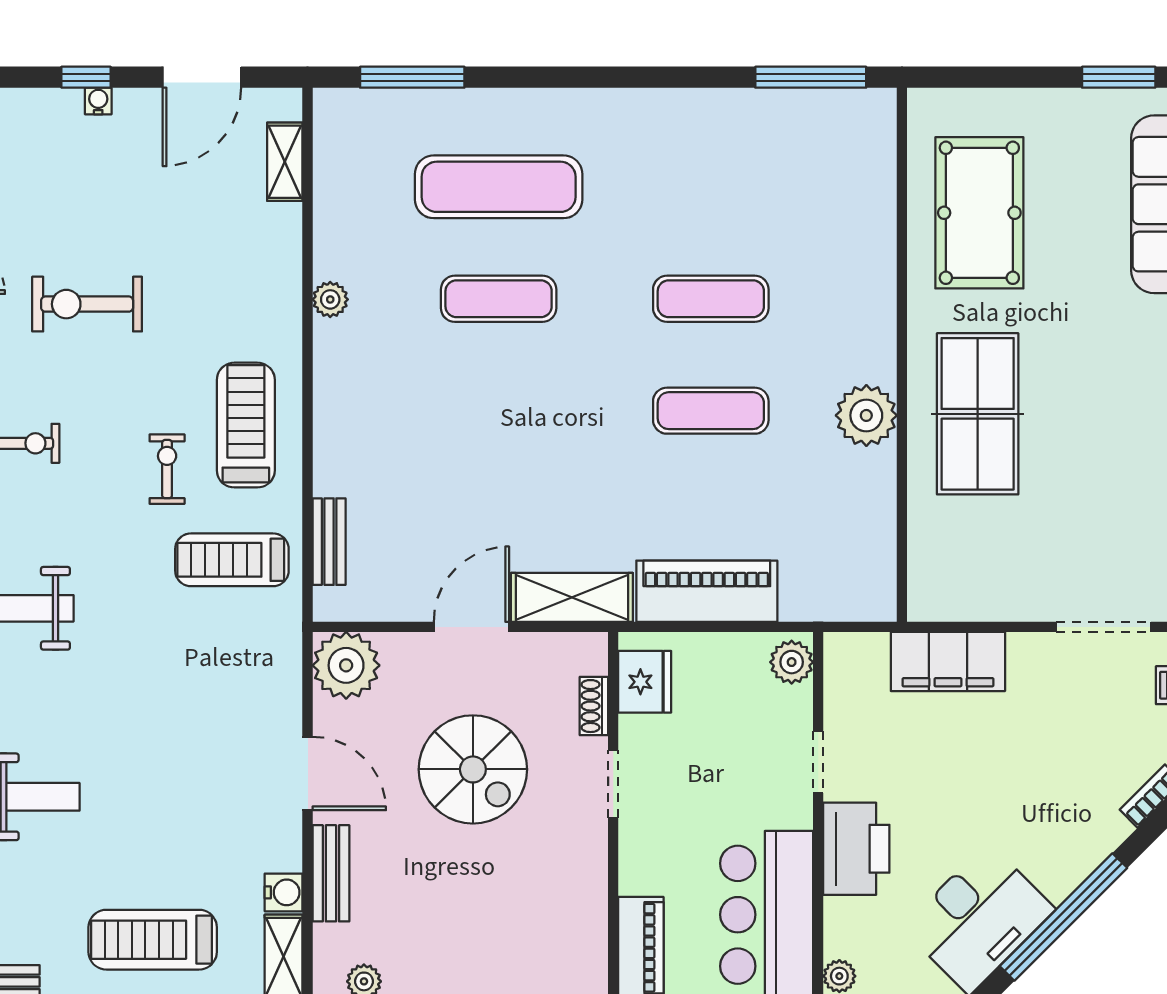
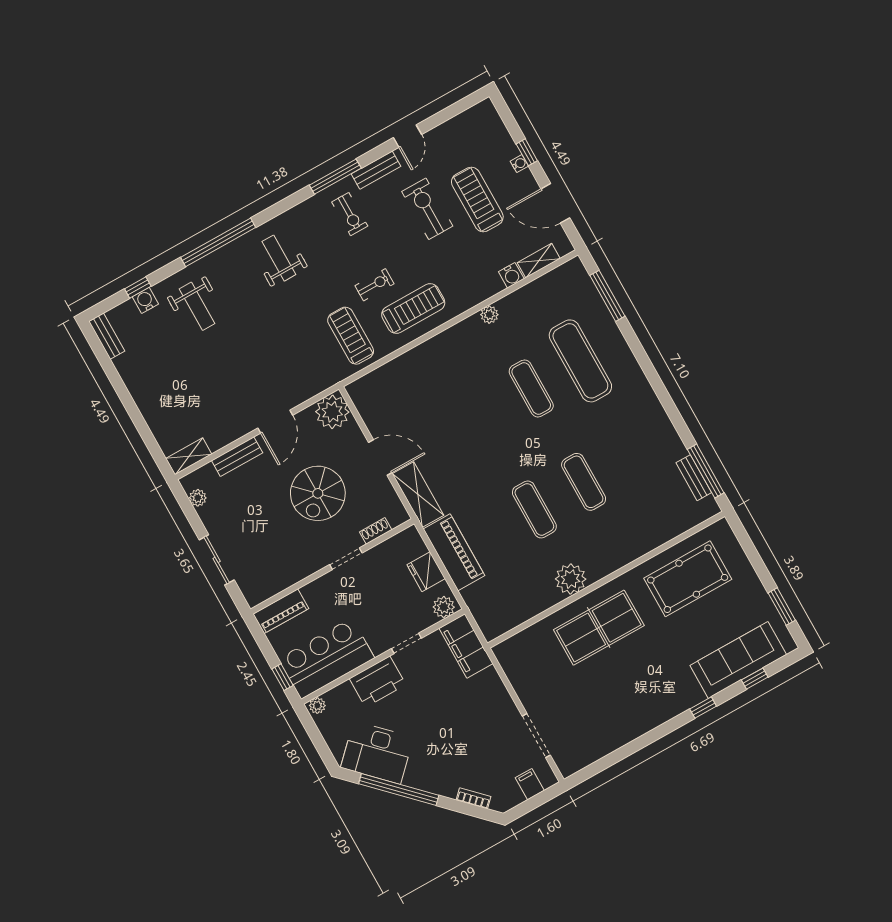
bench: (329, 542) -> (694, 478), moved, turned 90
filing cabinet: (948, 661) -> (466, 646), moved
fridge: (645, 682) -> (426, 572), moved, turned 90
water cooler: (284, 892) -> (511, 275), moved
treadmill: (153, 940) -> (477, 199), moved

